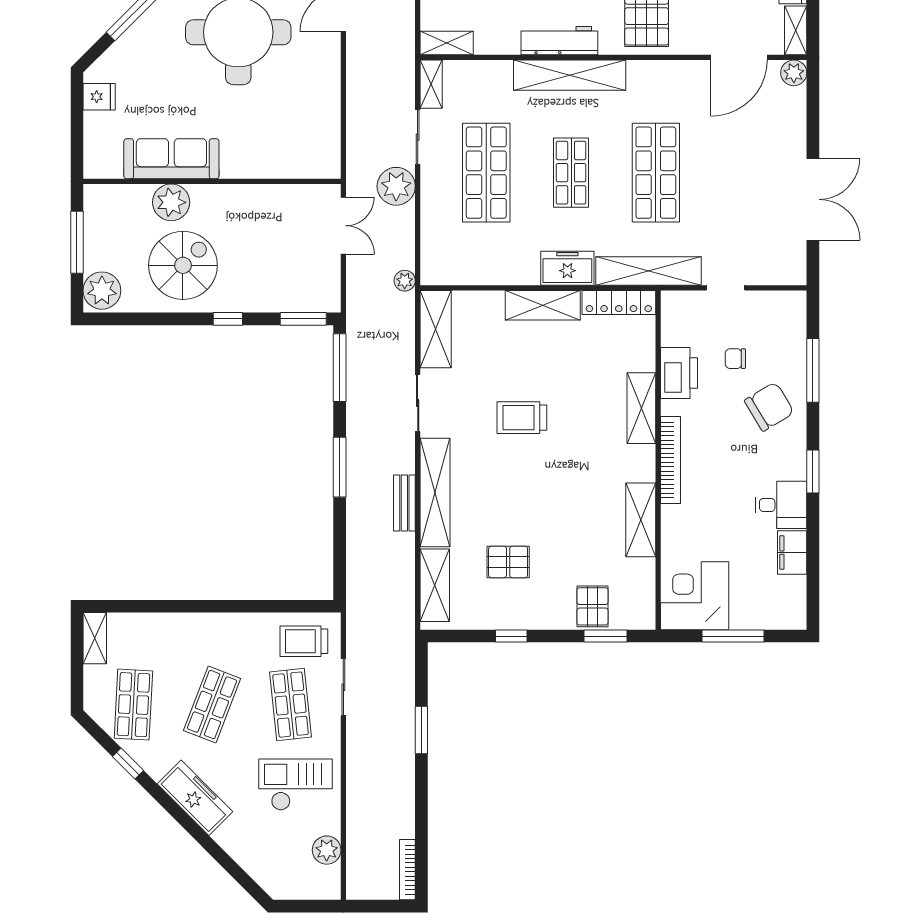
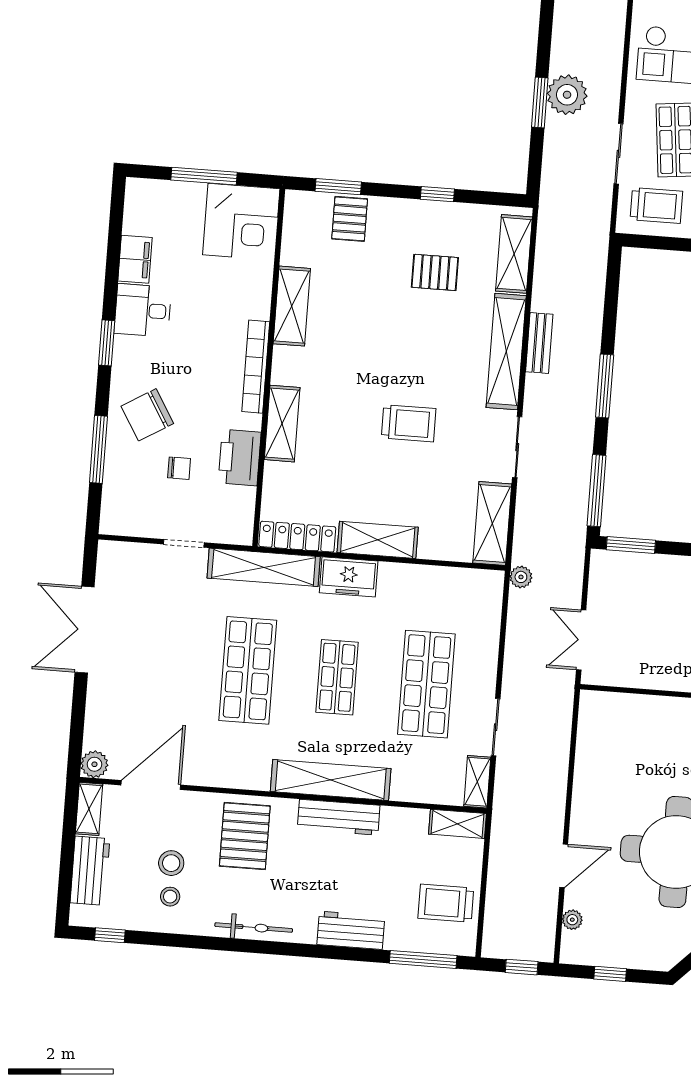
plant: (396, 186) -> (567, 95), moved

